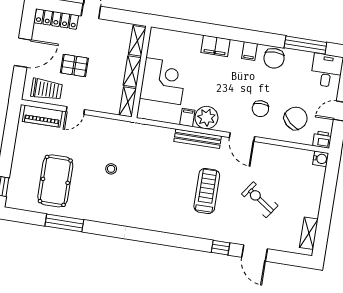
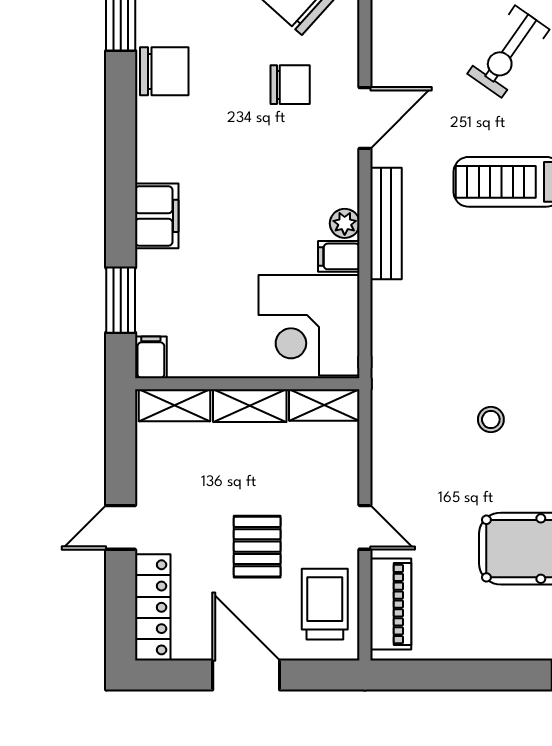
window: (184, 26) -> (121, 300), added
filing cabinet: (249, 51) -> (151, 357), moved, turned -90
corner desk: (163, 81) -> (309, 325), moved, turned -90
plant: (206, 118) -> (345, 223), width x0.53, depth x0.53

